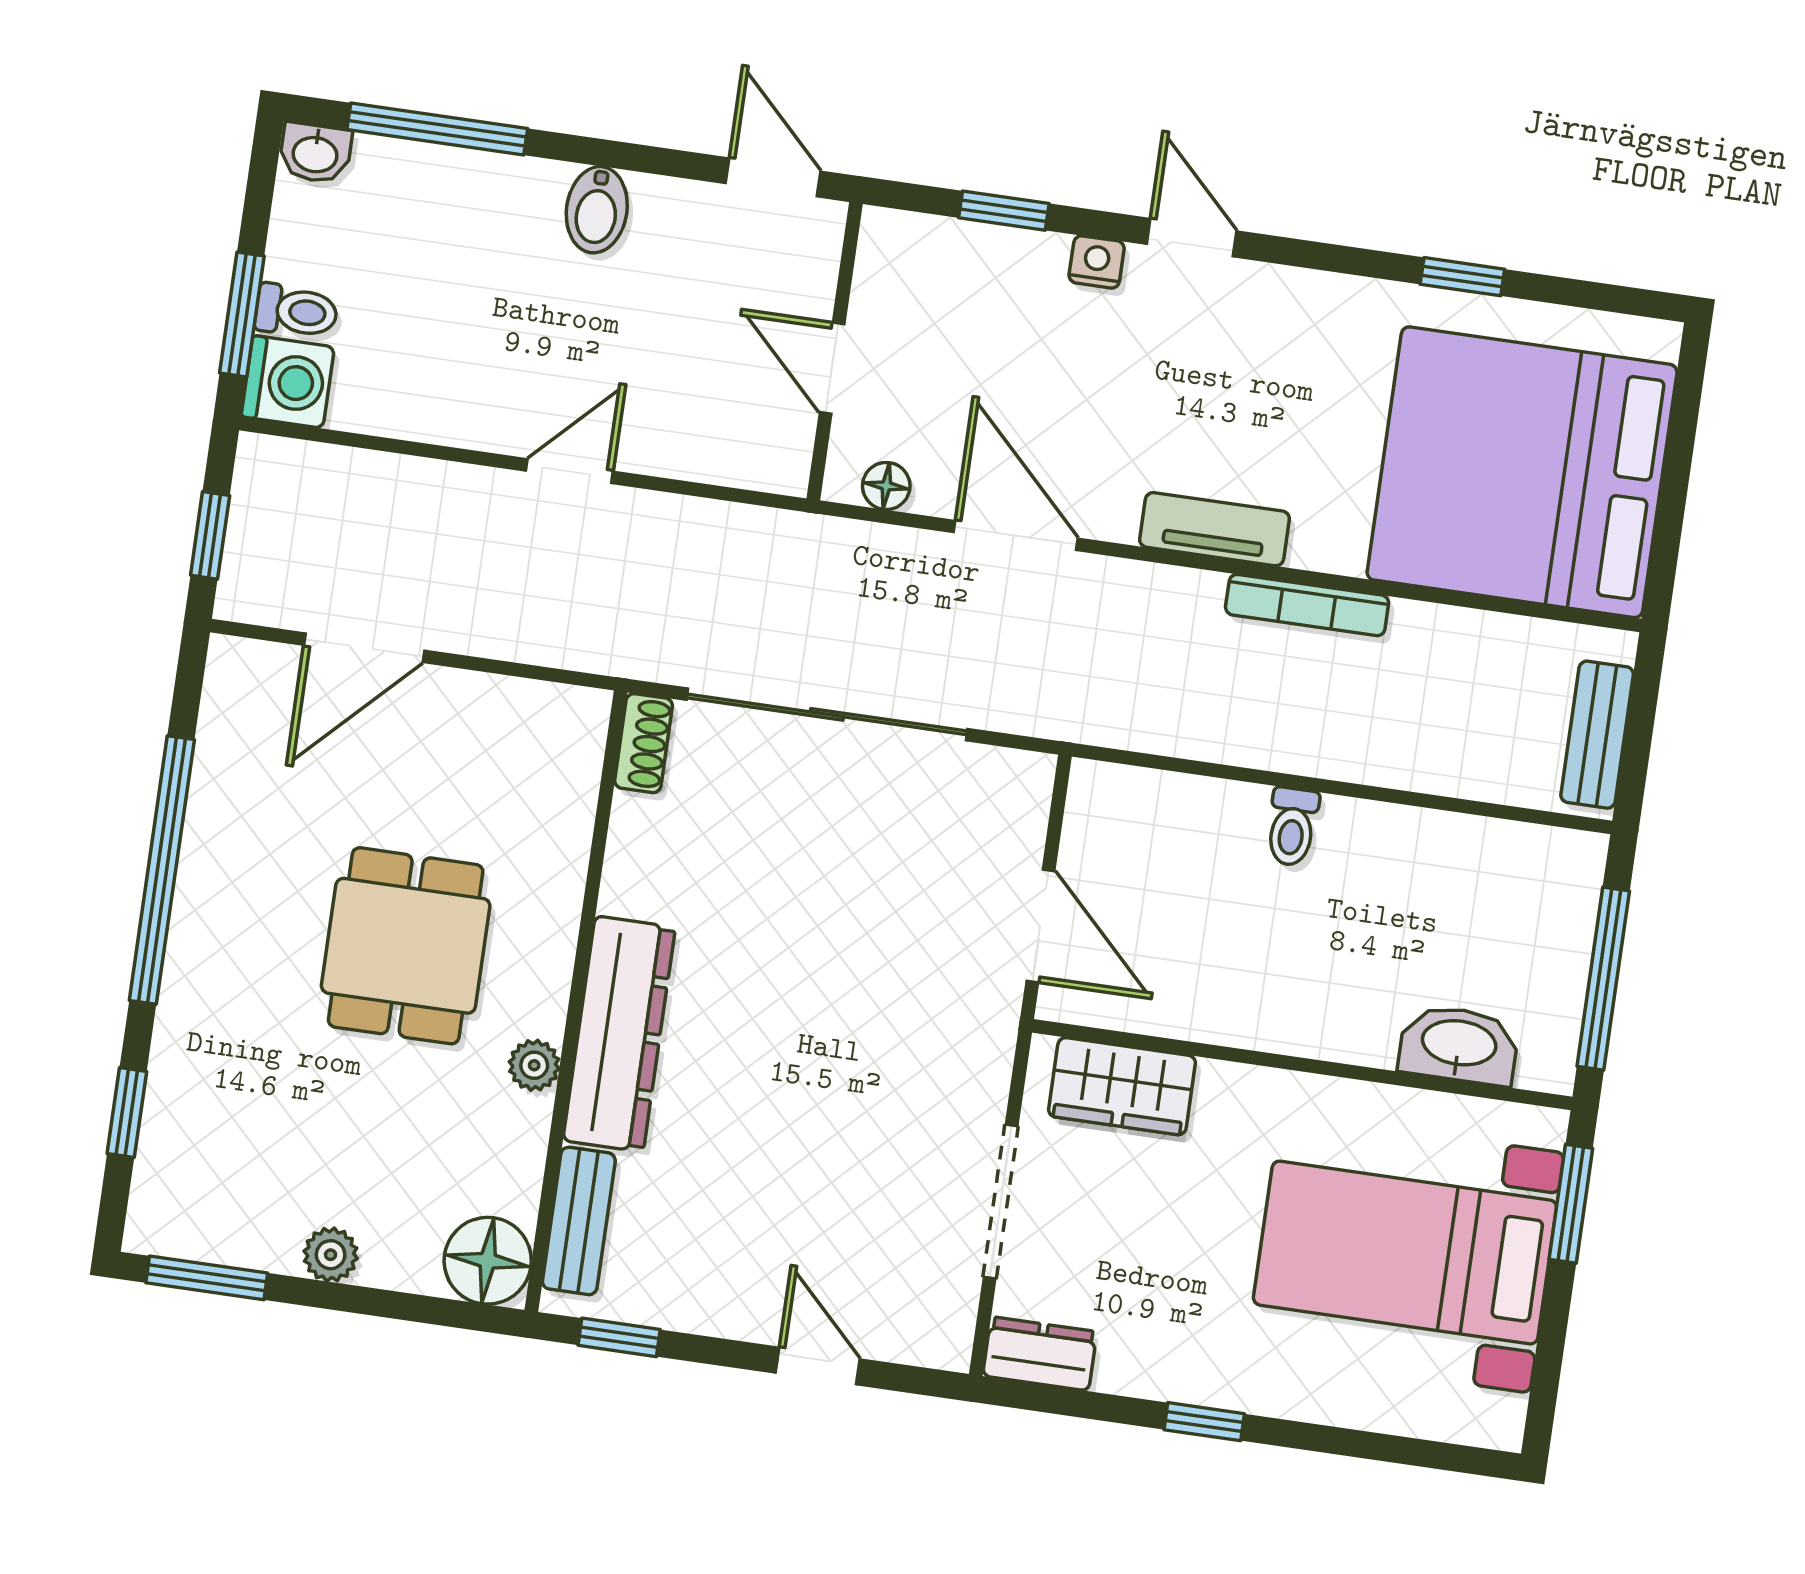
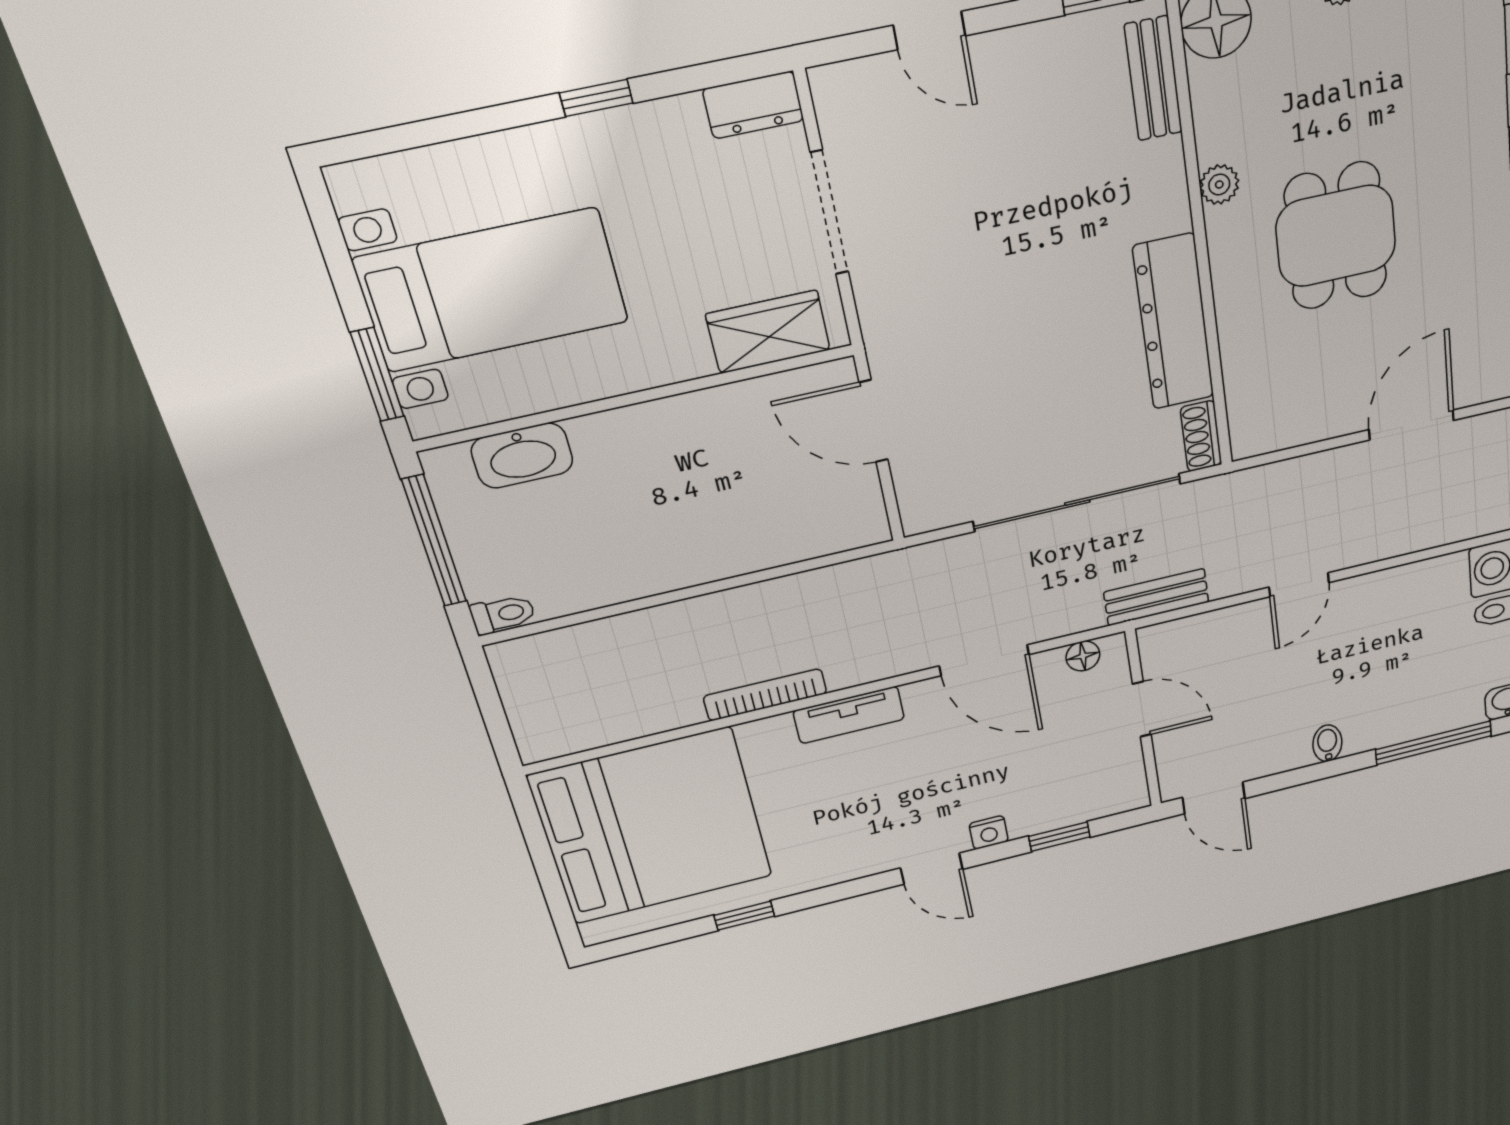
bidet: (597, 210) -> (1327, 743), width x0.72, depth x0.74
bench: (1597, 735) -> (1156, 597), moved, turned 90
toilet: (1292, 827) -> (503, 614), moved, turned 90
dresser: (619, 1034) -> (1174, 322), moved

